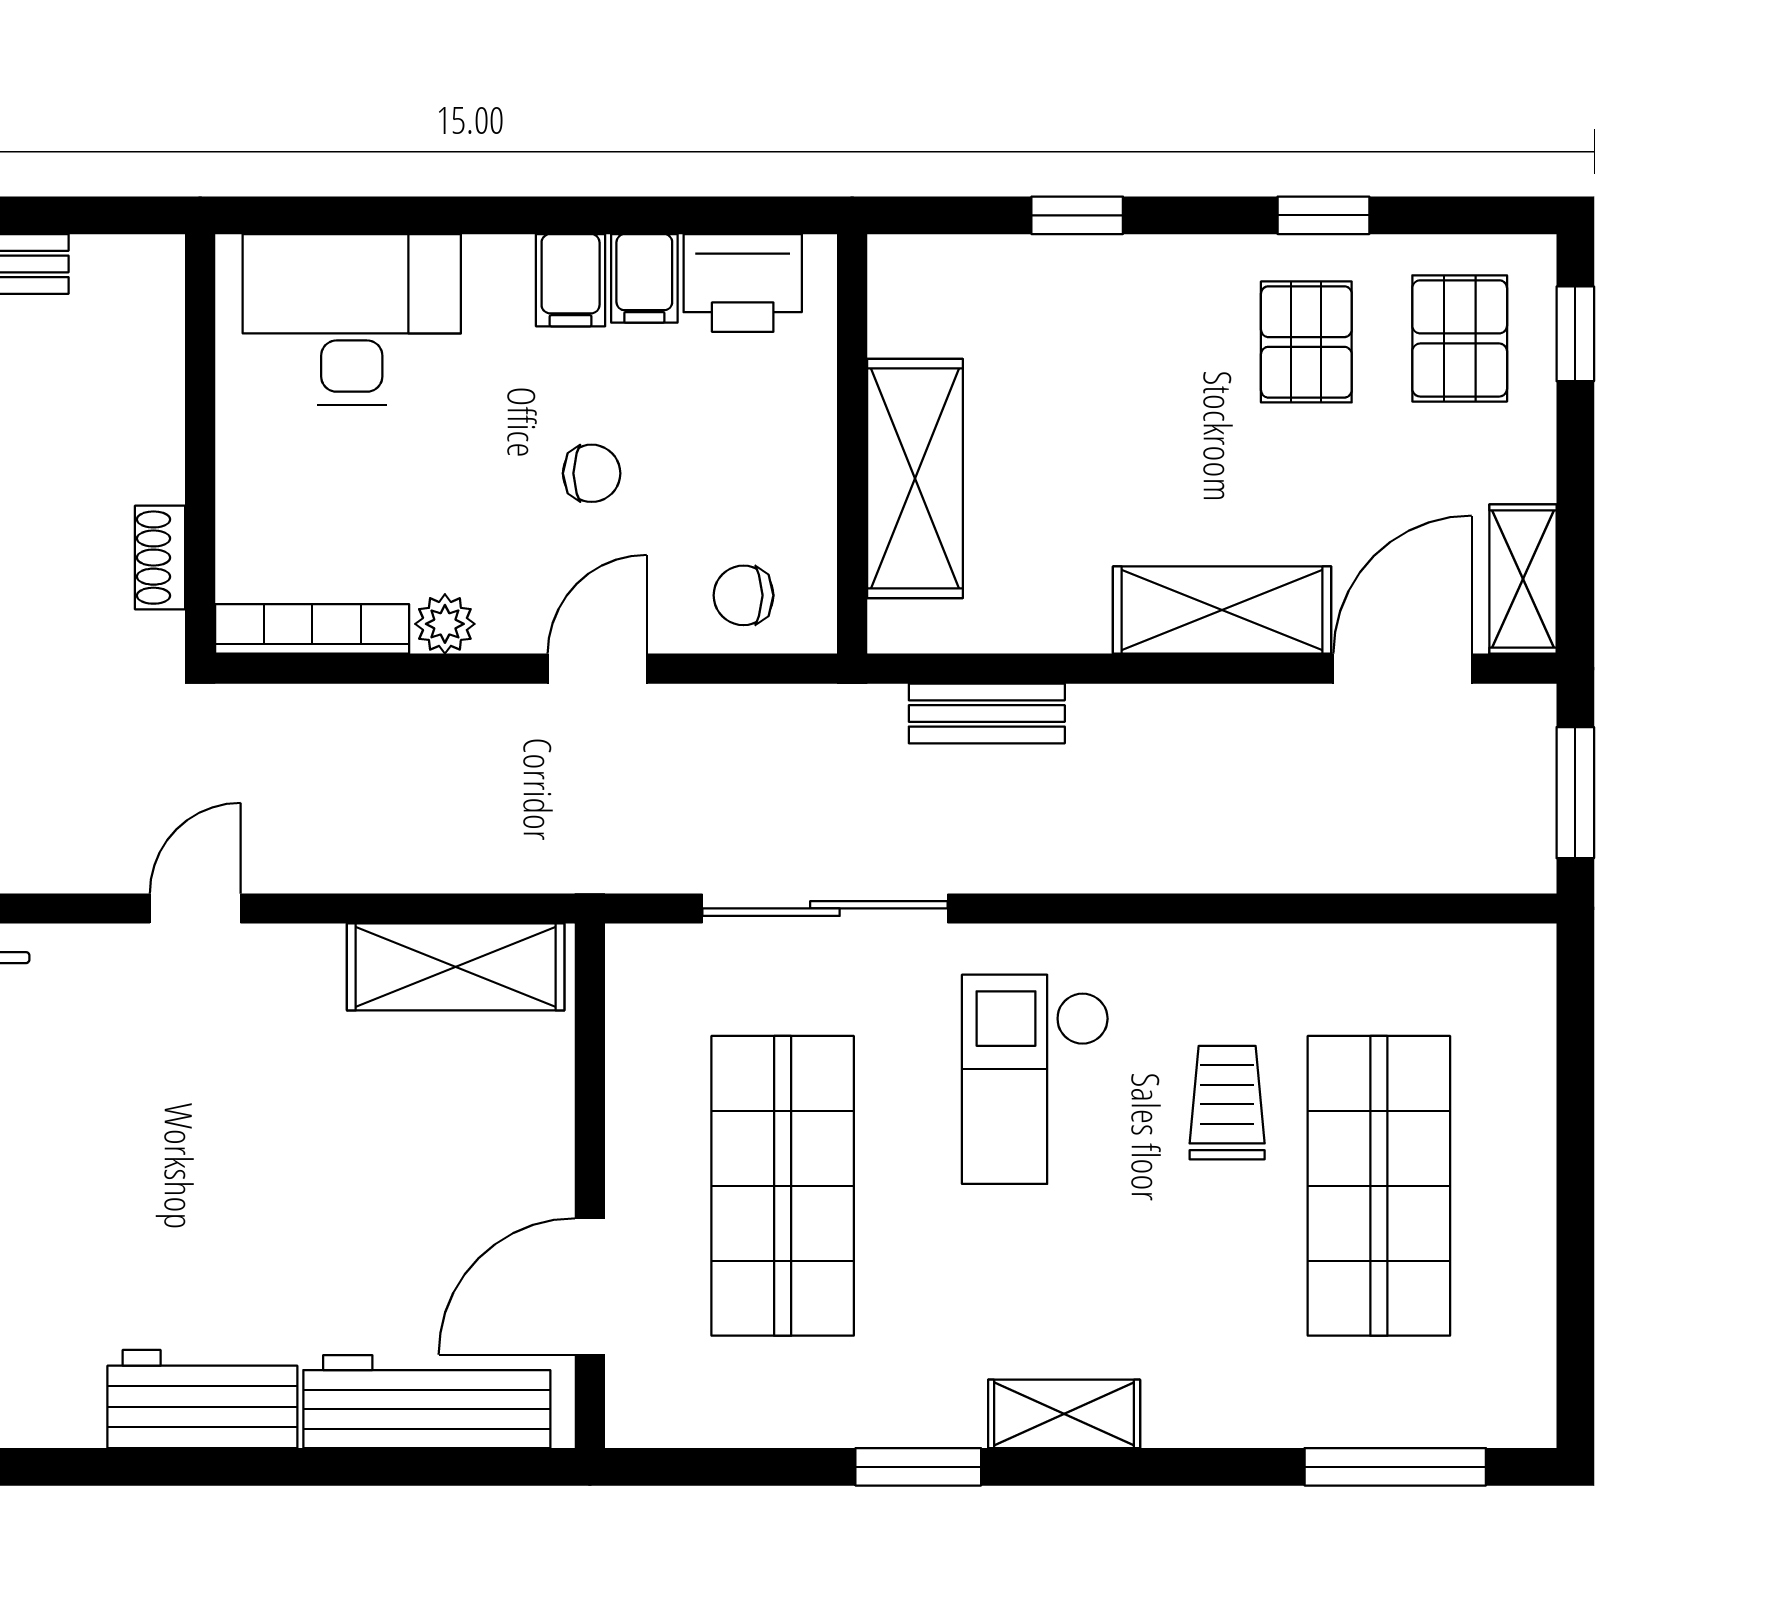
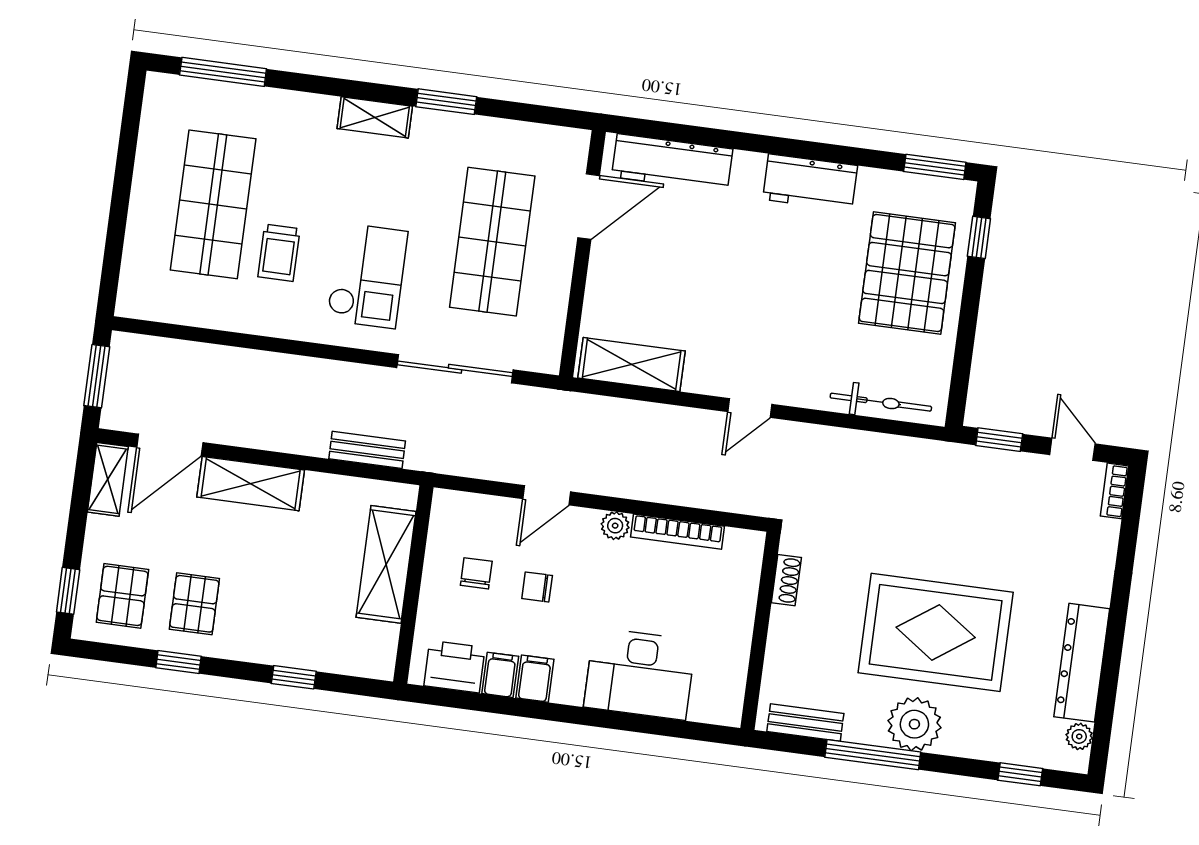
wall: (200, 444) -> (760, 631), moved
shoe rack: (160, 558) -> (786, 580), moved
chair: (743, 595) -> (476, 573), moved, turned -90
workbench: (202, 1399) -> (810, 182), moved

